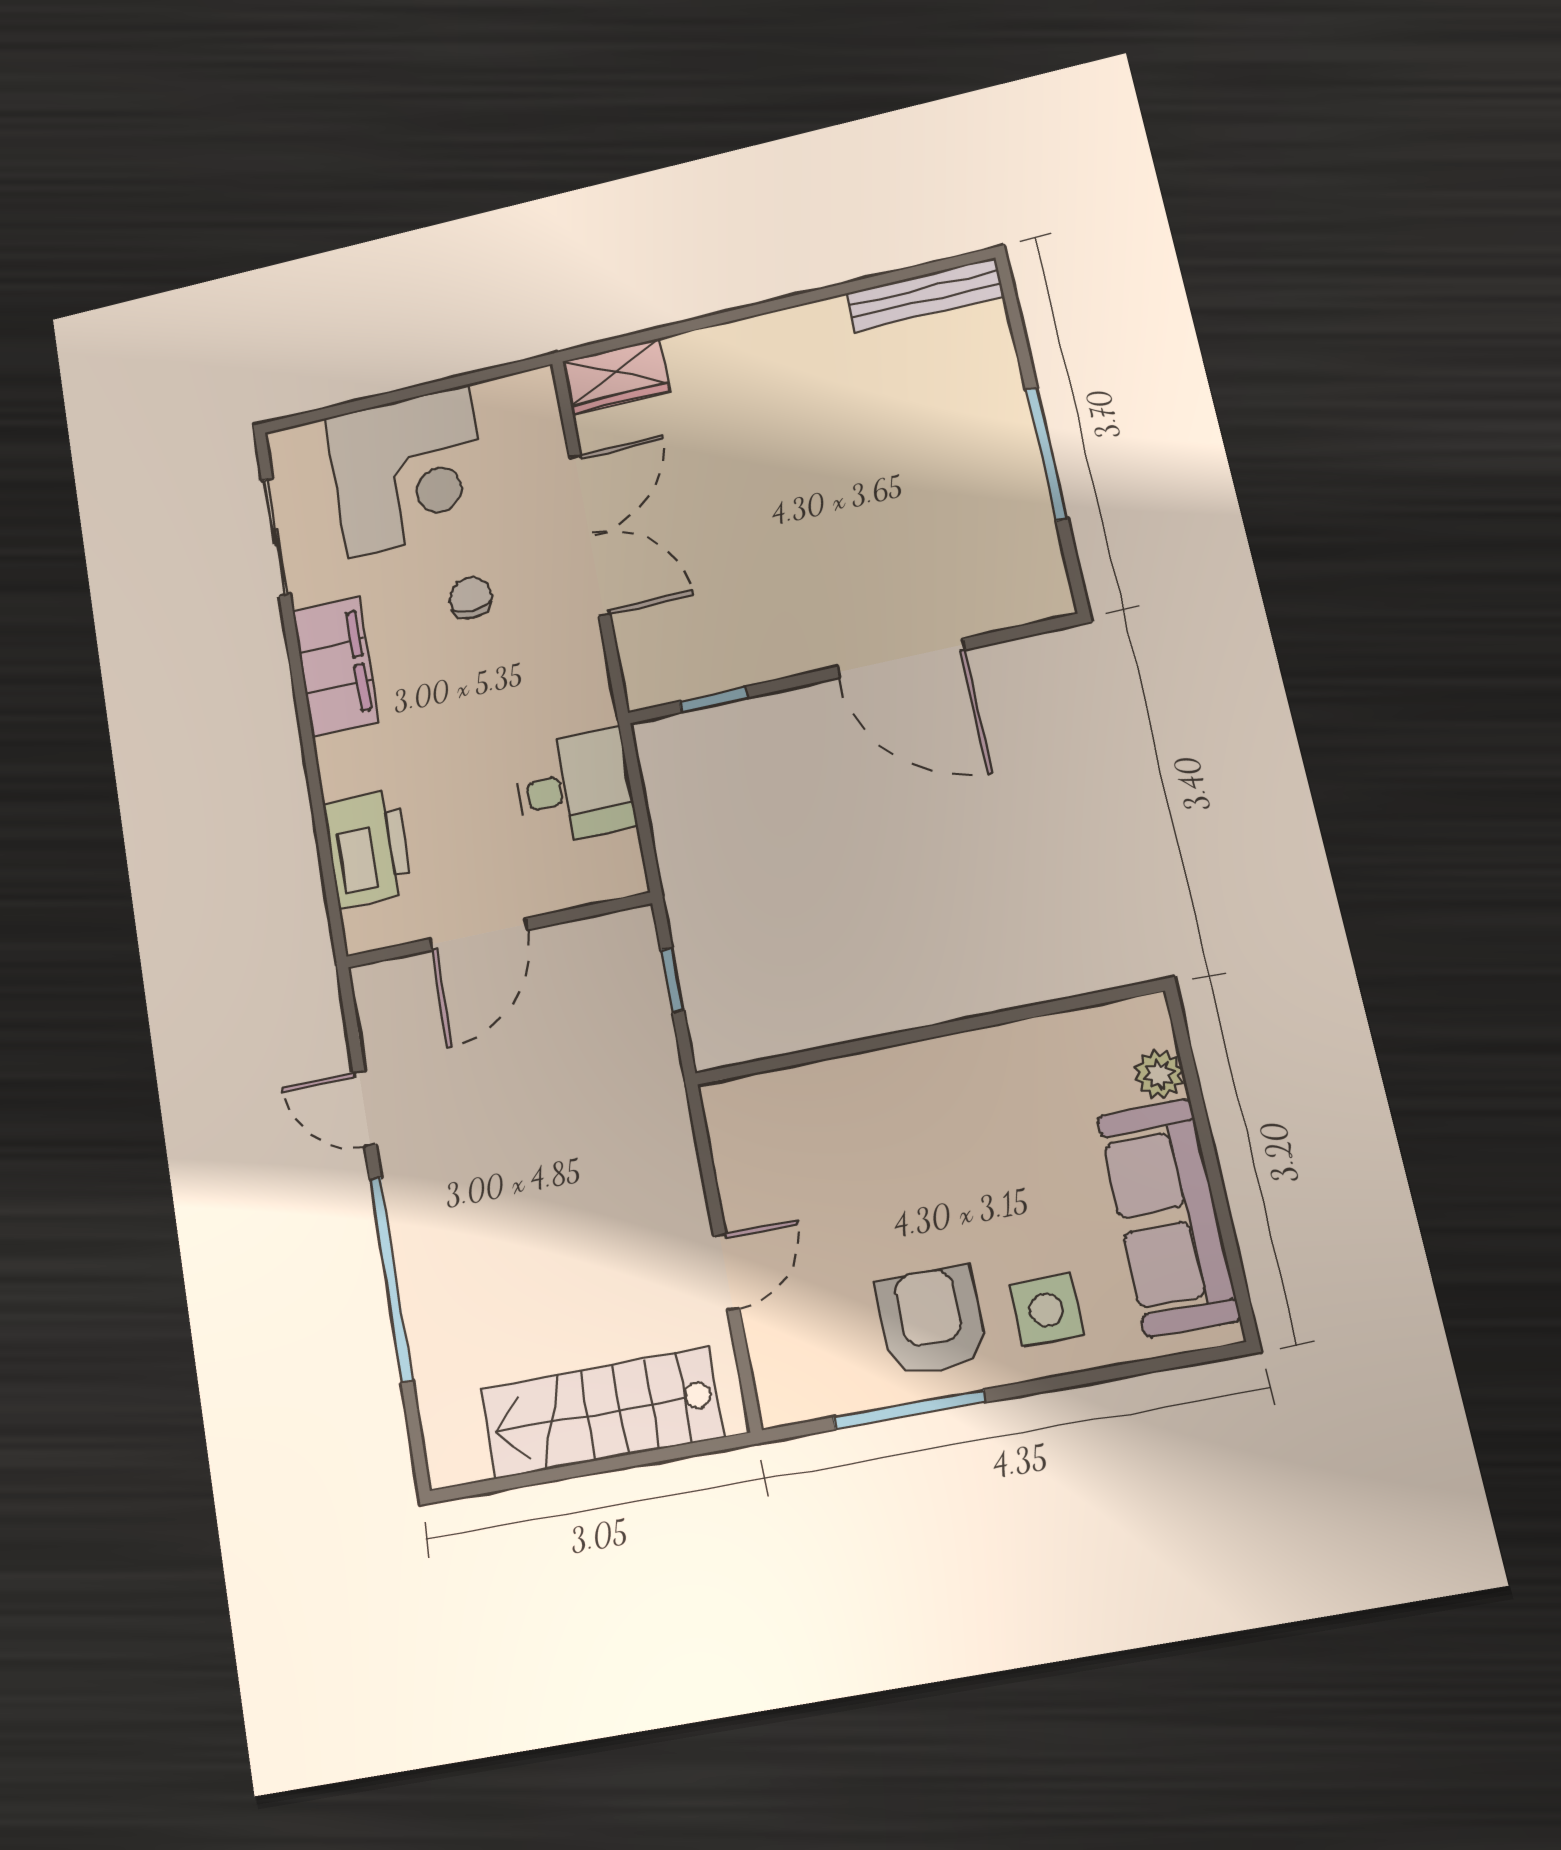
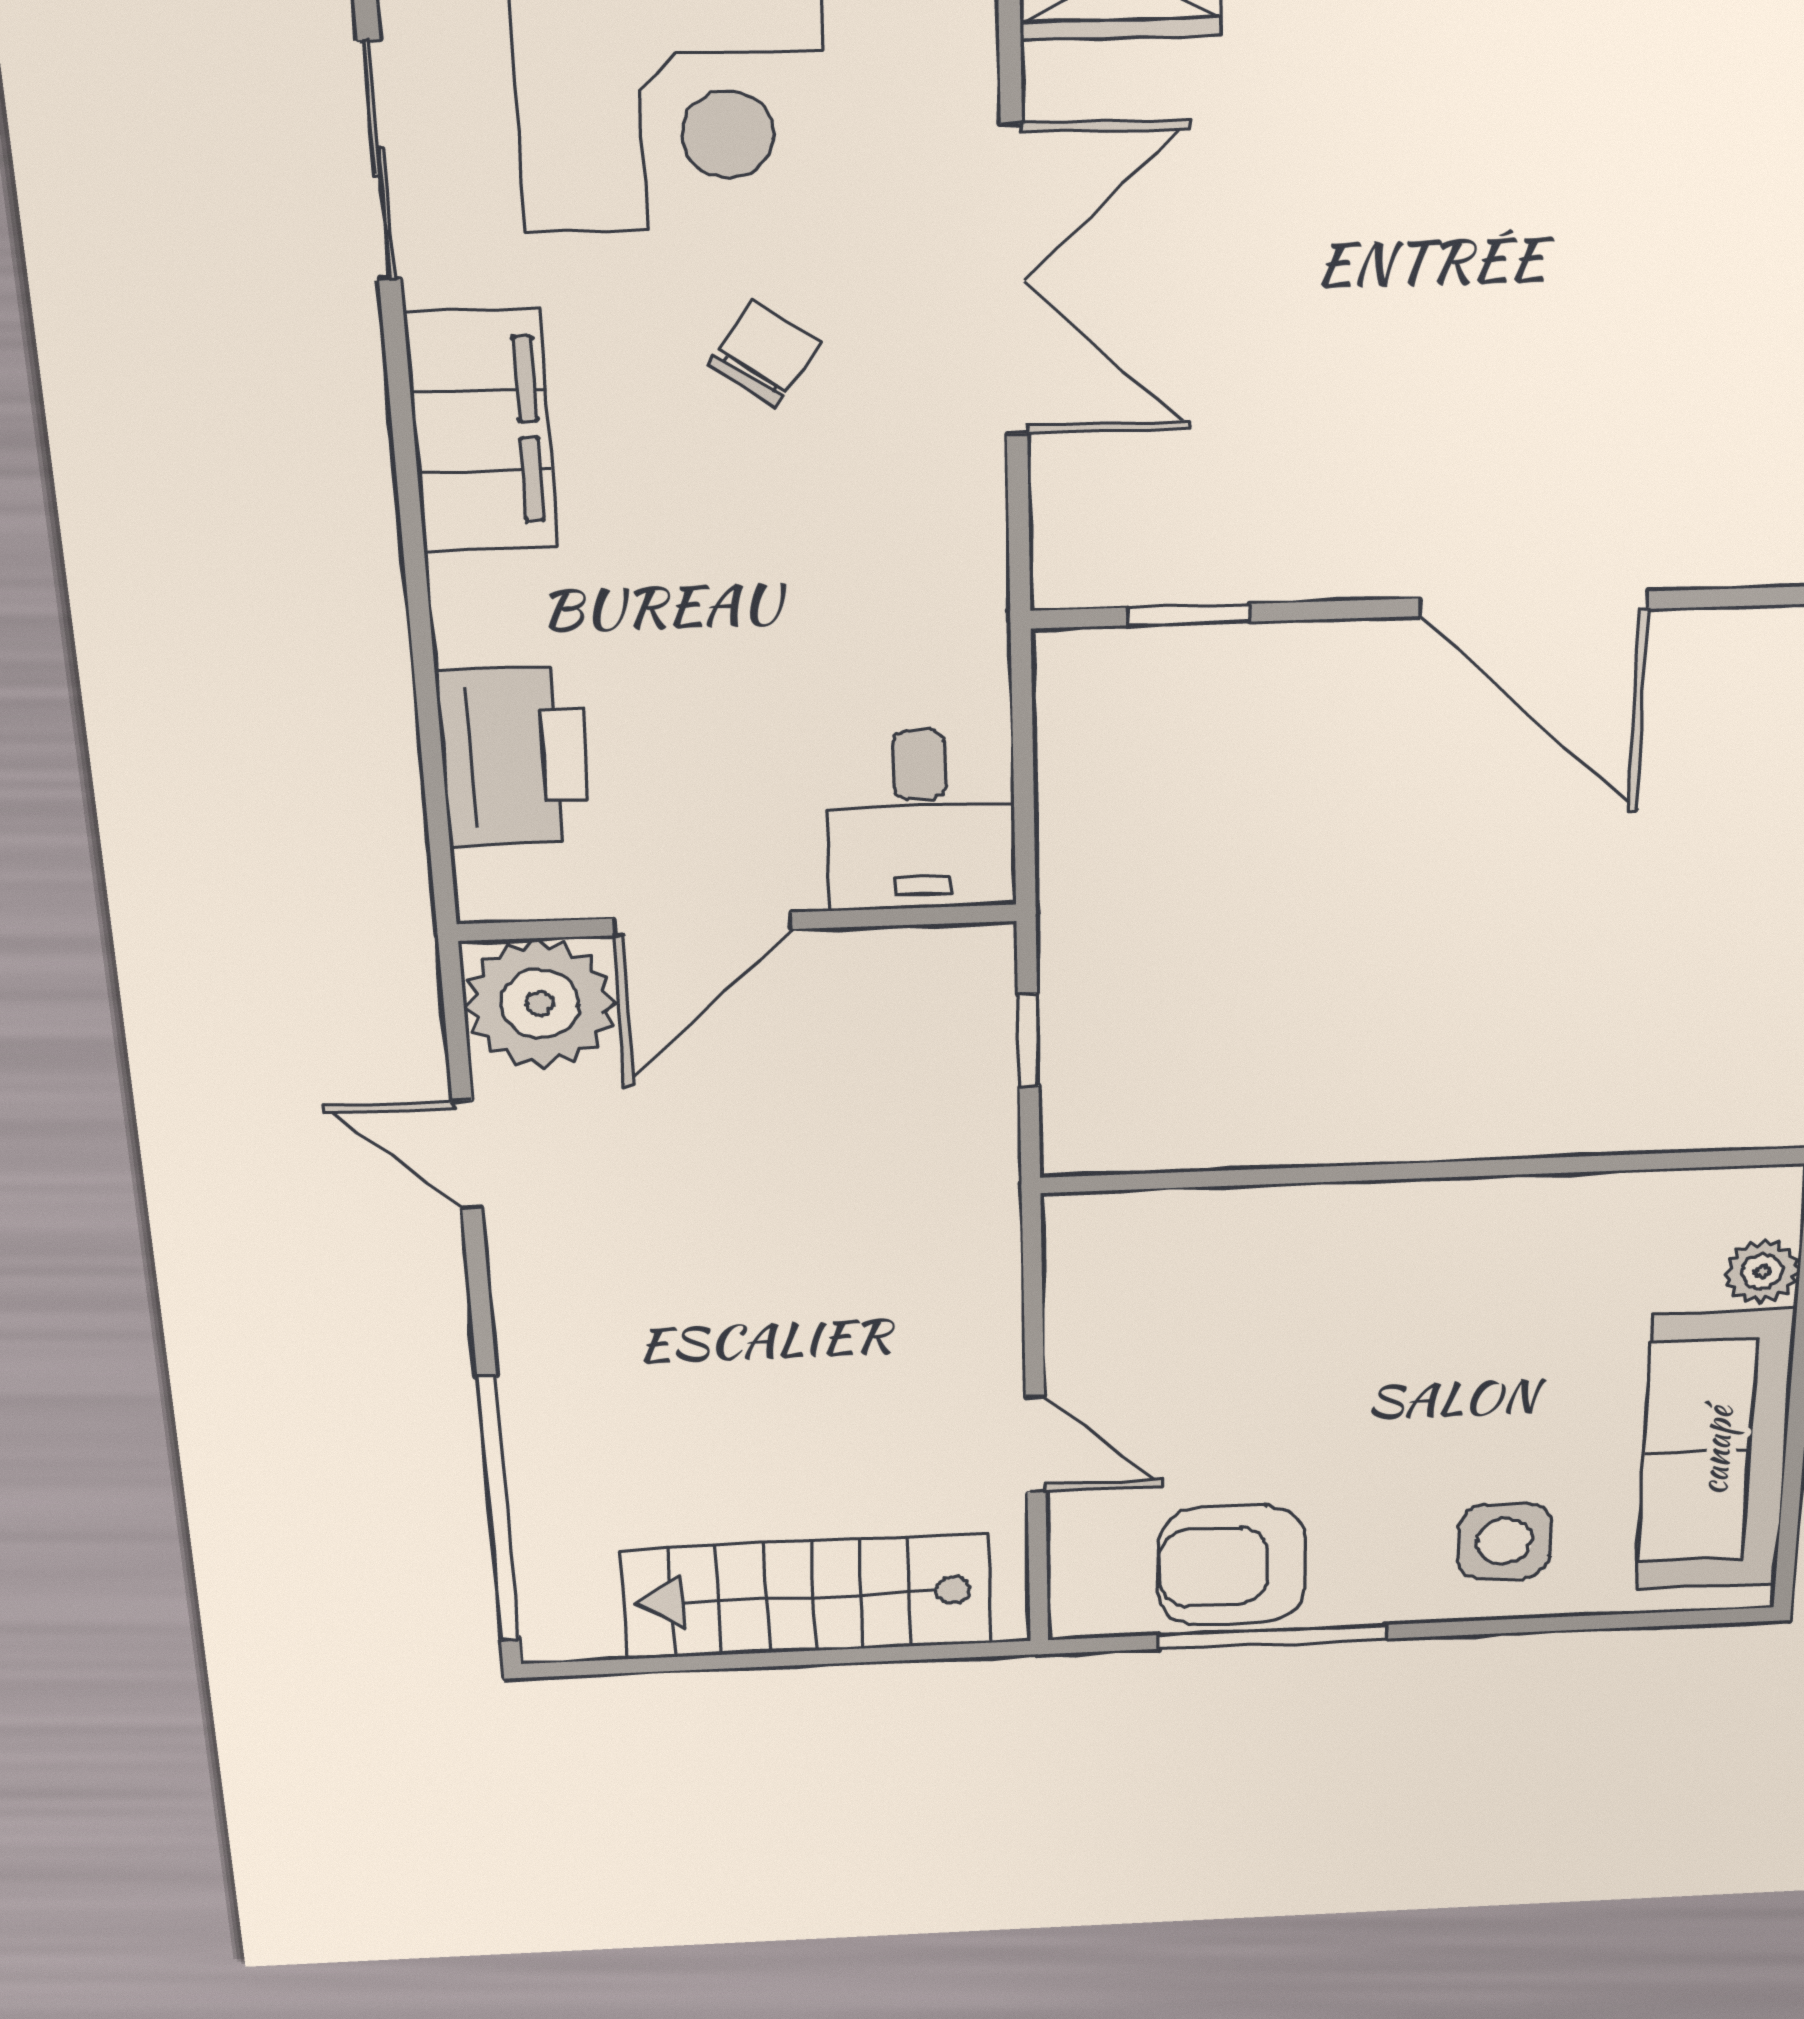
chair: (471, 598) -> (764, 354), turned 36
desk: (574, 787) -> (921, 820), moved, turned 90
plant: (396, 1000) -> (540, 1004), added
door: (726, 1272) -> (1036, 1444), hinge flipped
window: (391, 1279) -> (498, 1510), moved
armchair: (931, 1321) -> (1231, 1566), moved, turned -90

